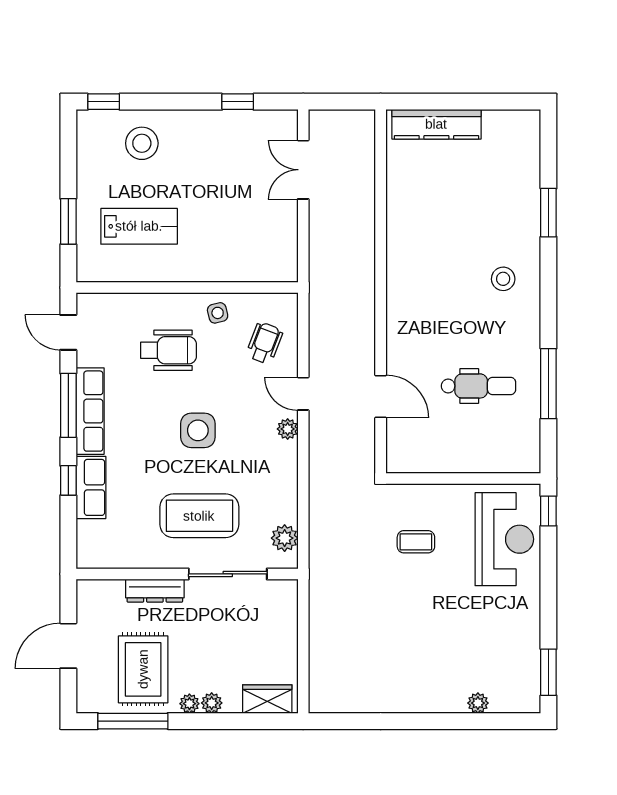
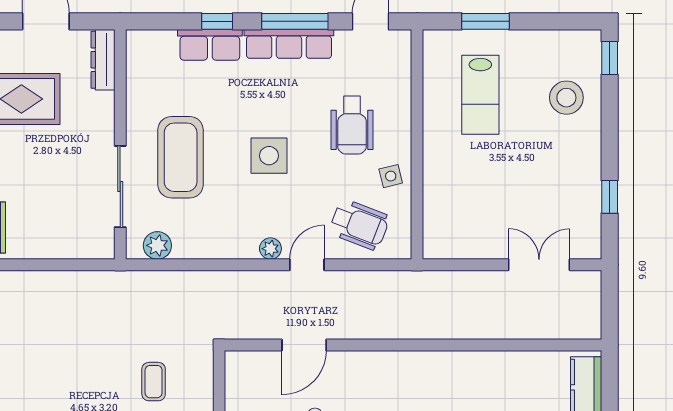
wheelchair: (264, 343) -> (359, 225), width x1.36, depth x1.37
dresser: (155, 591) -> (103, 60), moved

